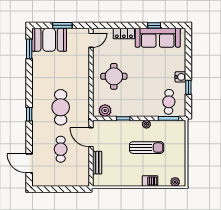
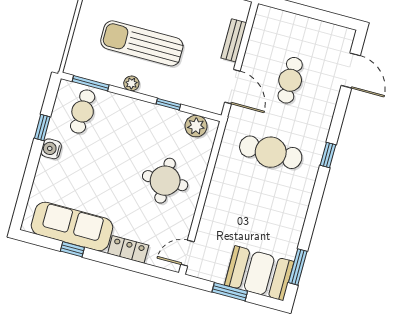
cafe table: (61, 107) -> (271, 152), turned 90
sun lounger: (147, 148) -> (142, 43), width x1.36, depth x1.34

